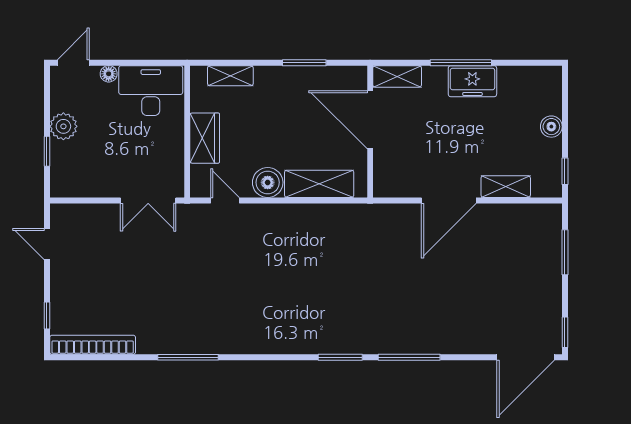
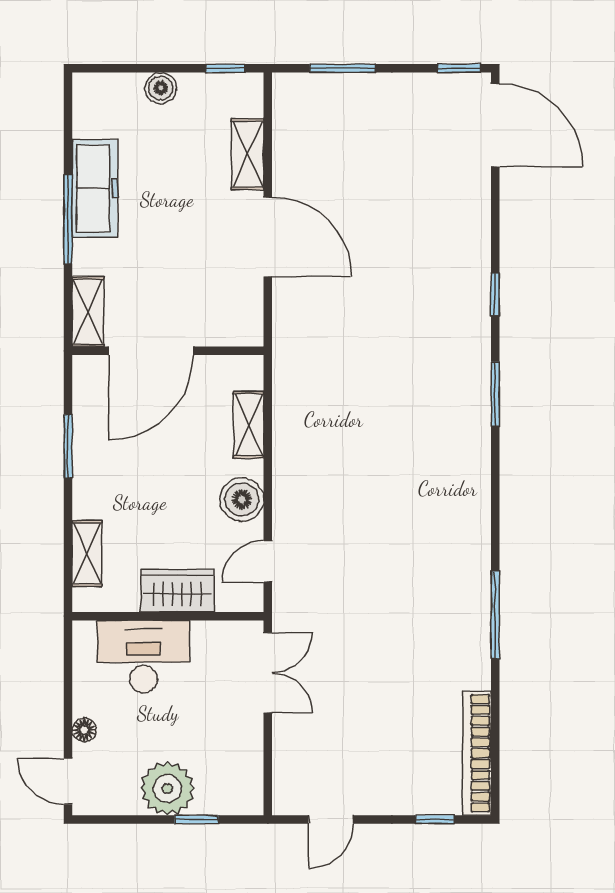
freezer: (472, 81) -> (95, 188), width x1.40
desk: (151, 91) -> (143, 657), moved, turned 90
plant: (63, 126) -> (168, 788), width x1.36, depth x1.36
shelving: (319, 184) -> (249, 425), width x0.67, depth x0.75
window: (409, 357) -> (495, 294), width x0.46

